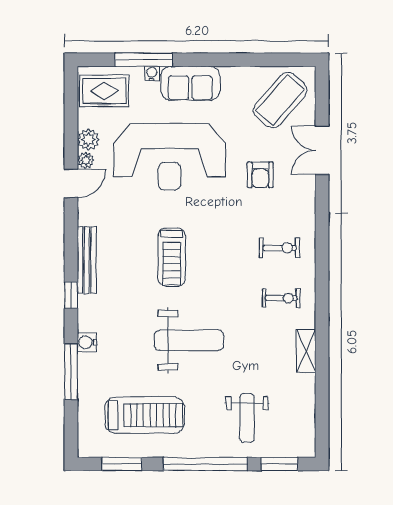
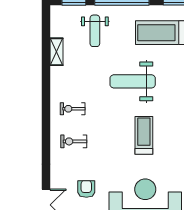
shelving: (306, 351) -> (57, 52), moved
weight bench: (247, 418) -> (95, 31), turned 180

